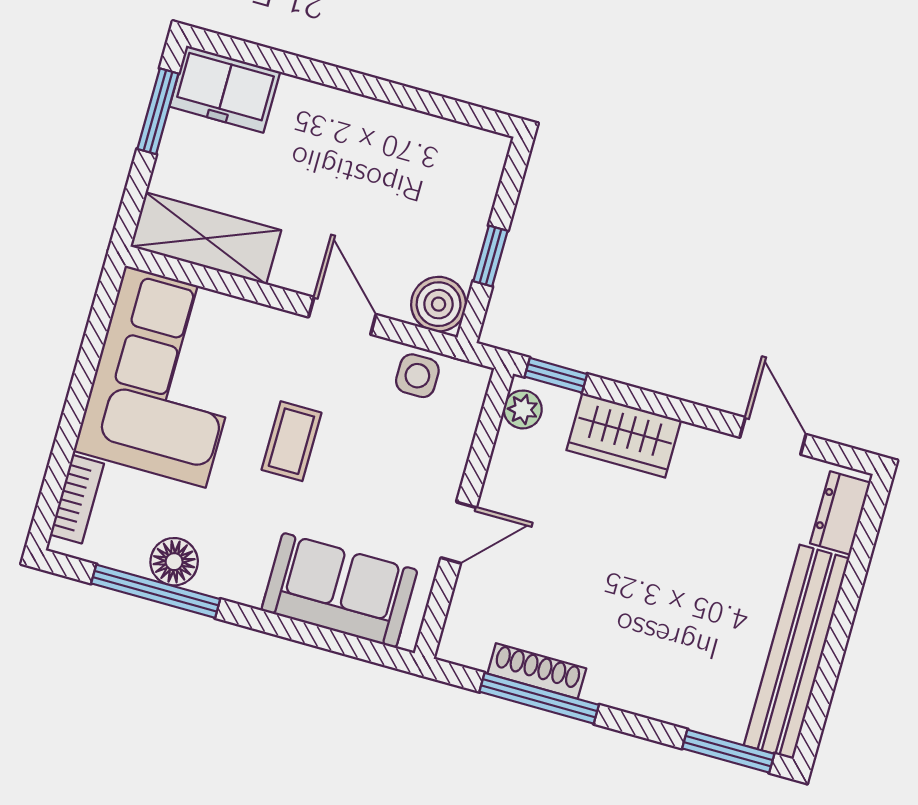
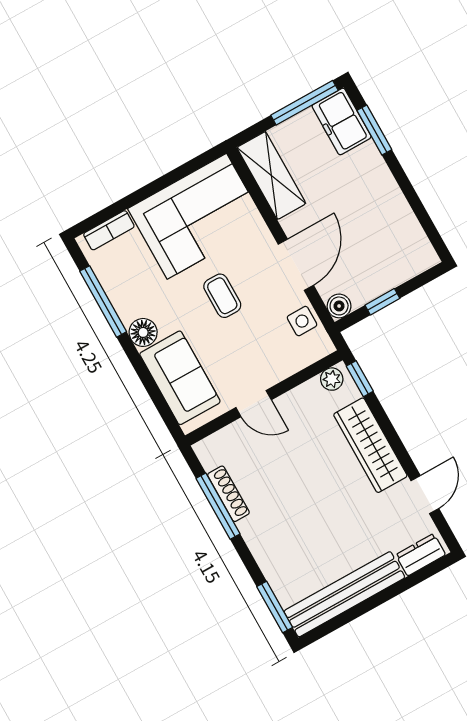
window: (274, 60) -> (374, 130), added
window: (158, 111) -> (304, 103), width x1.44
boiler: (439, 304) -> (339, 306), width x0.73, depth x0.73
door: (342, 316) -> (296, 265), width x1.38
wardrobe: (624, 435) -> (370, 445), width x1.50
coffee table: (291, 441) -> (222, 296), turned 90
floor lamp: (174, 562) -> (143, 332), moved

